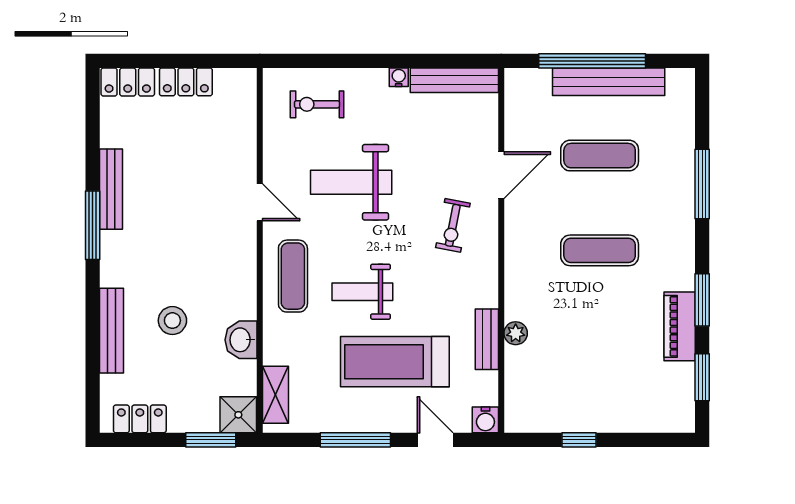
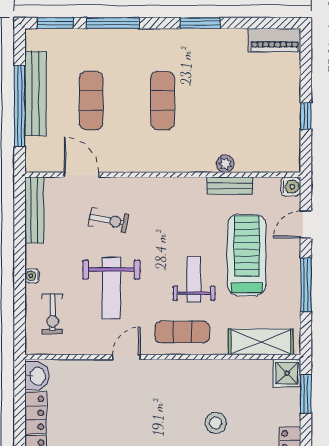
water cooler: (399, 77) -> (32, 276), moved
door: (501, 175) -> (81, 175), moved
exercise bike: (453, 225) -> (109, 220), moved
weight bench: (362, 292) -> (194, 280), turned 180
piano: (680, 326) -> (274, 40), moved
washbasin: (241, 340) -> (37, 376), moved, turned -90
treadmill: (395, 362) -> (247, 255), turned 180
window: (702, 377) -> (55, 23), moved
shelving: (275, 395) -> (261, 342), width x1.50, depth x1.33

